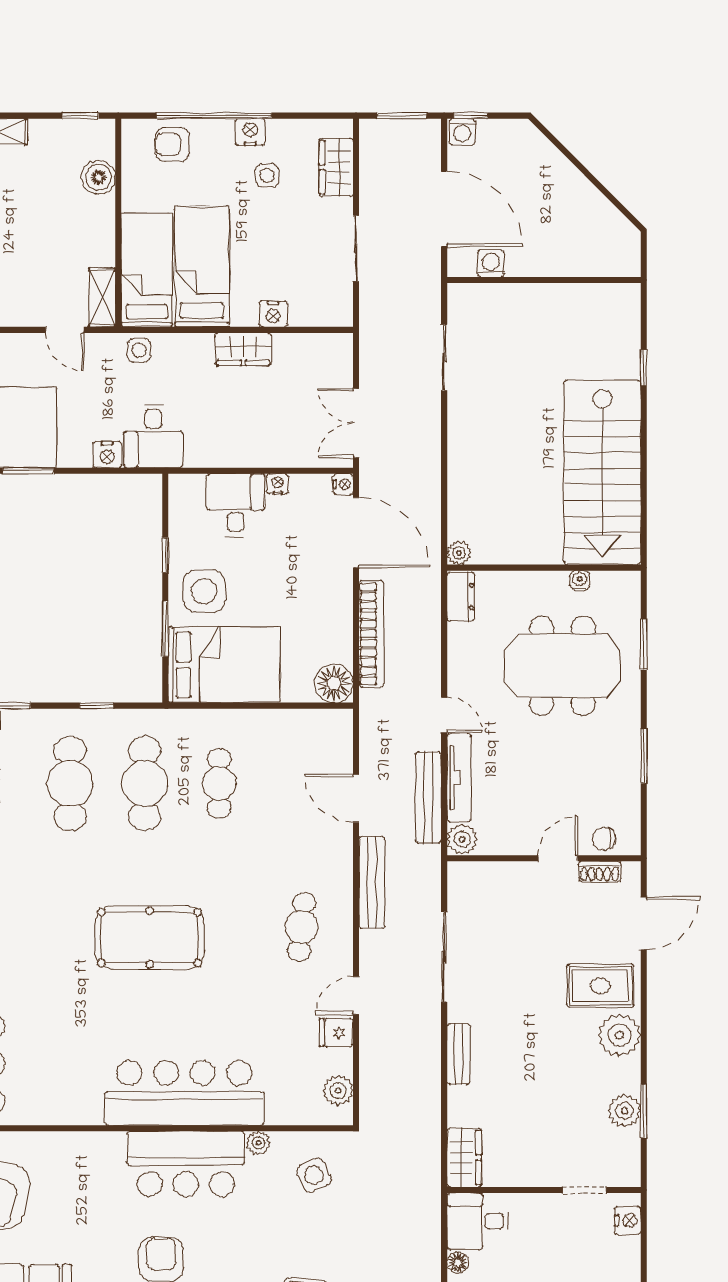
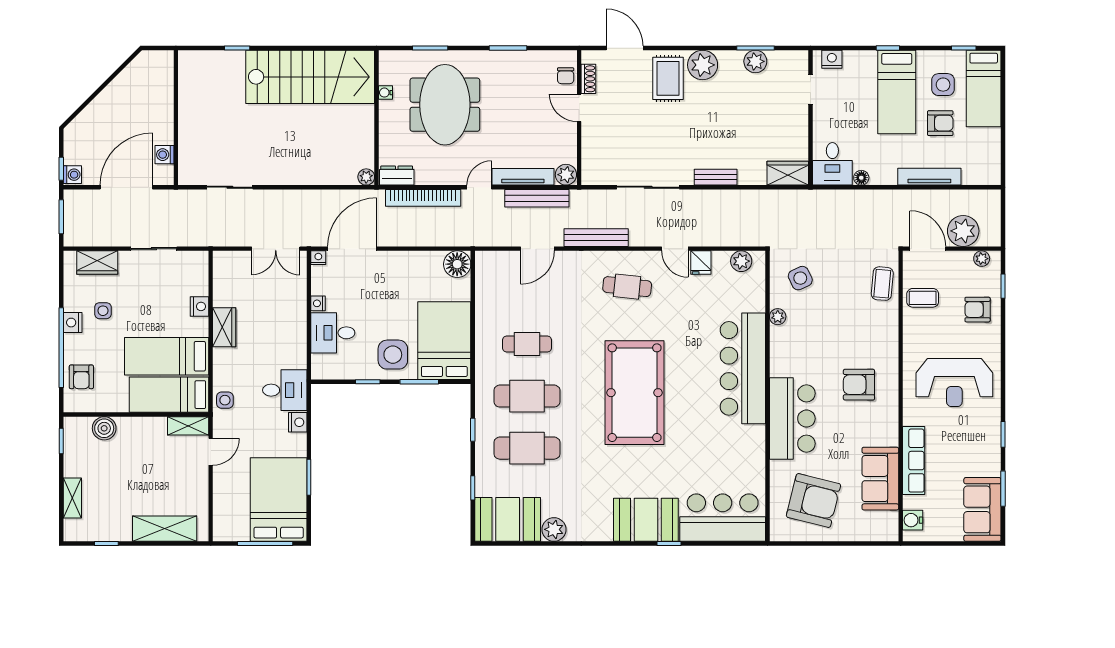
bookcase: (371, 634) -> (423, 198), moved, turned 180
pool table: (150, 938) -> (635, 393), width x1.36, depth x1.32
bar counter: (186, 1164) -> (792, 419), moved

